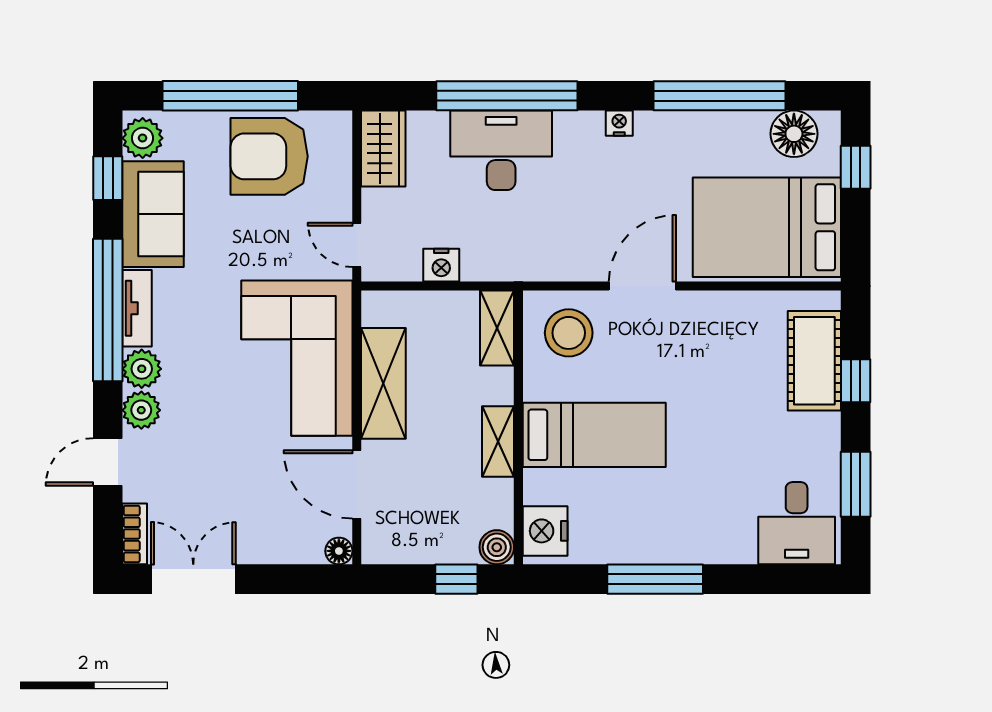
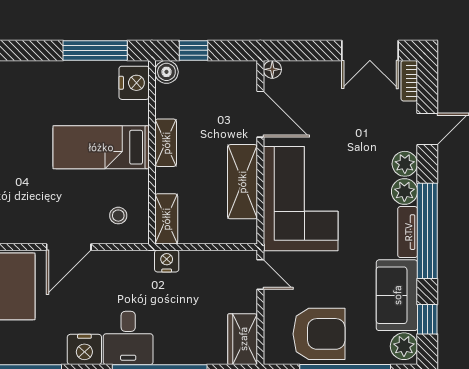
nightstand: (619, 123) -> (84, 349), width x1.89, depth x1.79
desk: (501, 150) -> (128, 338), moved, width x0.73
nightstand: (441, 265) -> (167, 261), moved
stool: (569, 333) -> (118, 216), width x0.53, depth x0.53
window: (655, 579) -> (95, 50), moved

